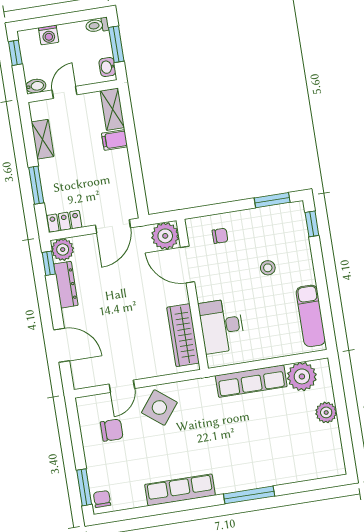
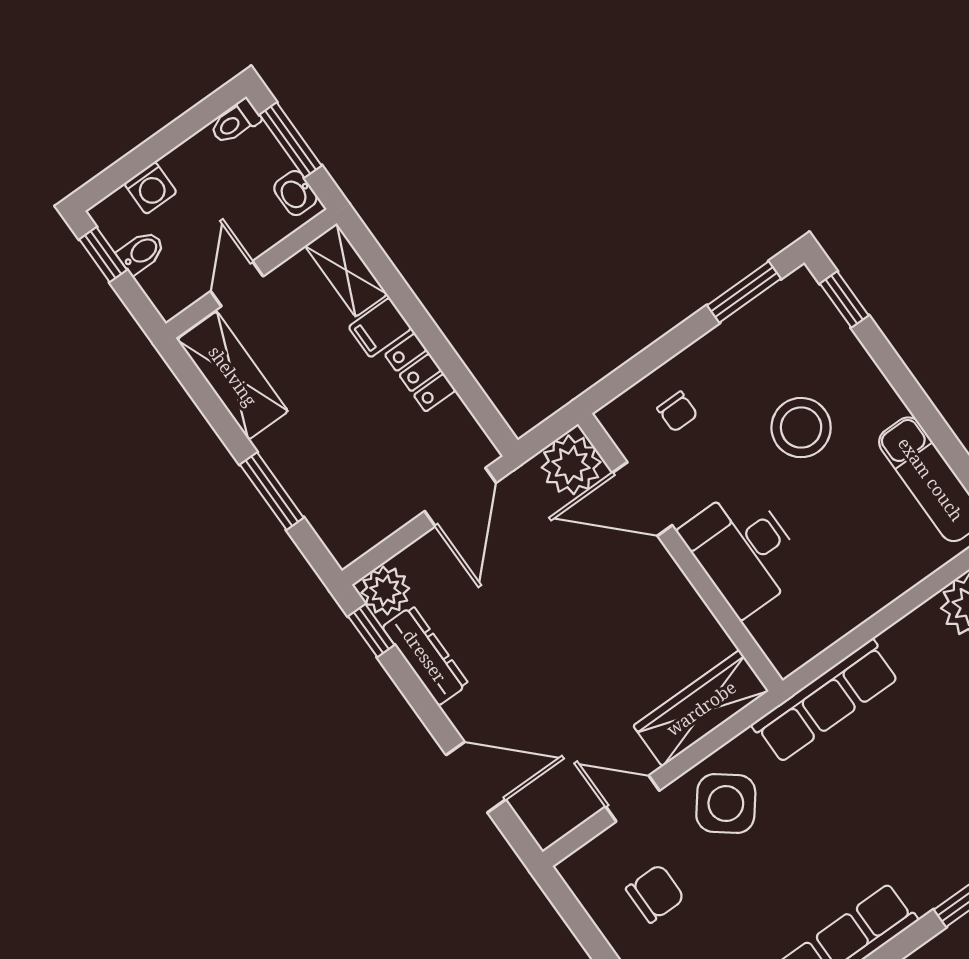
bidet: (36, 86) -> (141, 252), moved
shelving: (43, 139) -> (233, 376), width x1.50, depth x1.33
locker: (64, 221) -> (420, 372), moved, turned -90
chair: (220, 236) -> (677, 412), turned 90
stool: (268, 268) -> (801, 428), width x1.89, depth x1.89
desk: (222, 326) -> (744, 551), moved
wardrobe: (183, 335) -> (701, 708), moved, turned 90
row of seats: (251, 381) -> (826, 701), moved
door: (122, 386) -> (633, 799), swing flipped

